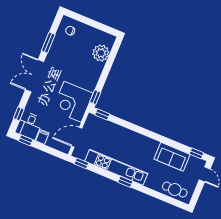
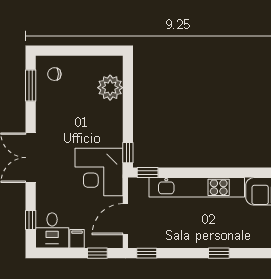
window: (48, 43) -> (31, 85), moved
window: (26, 140) -> (97, 253), moved
kitchen unit: (116, 167) -> (197, 187), moved, turned 180

